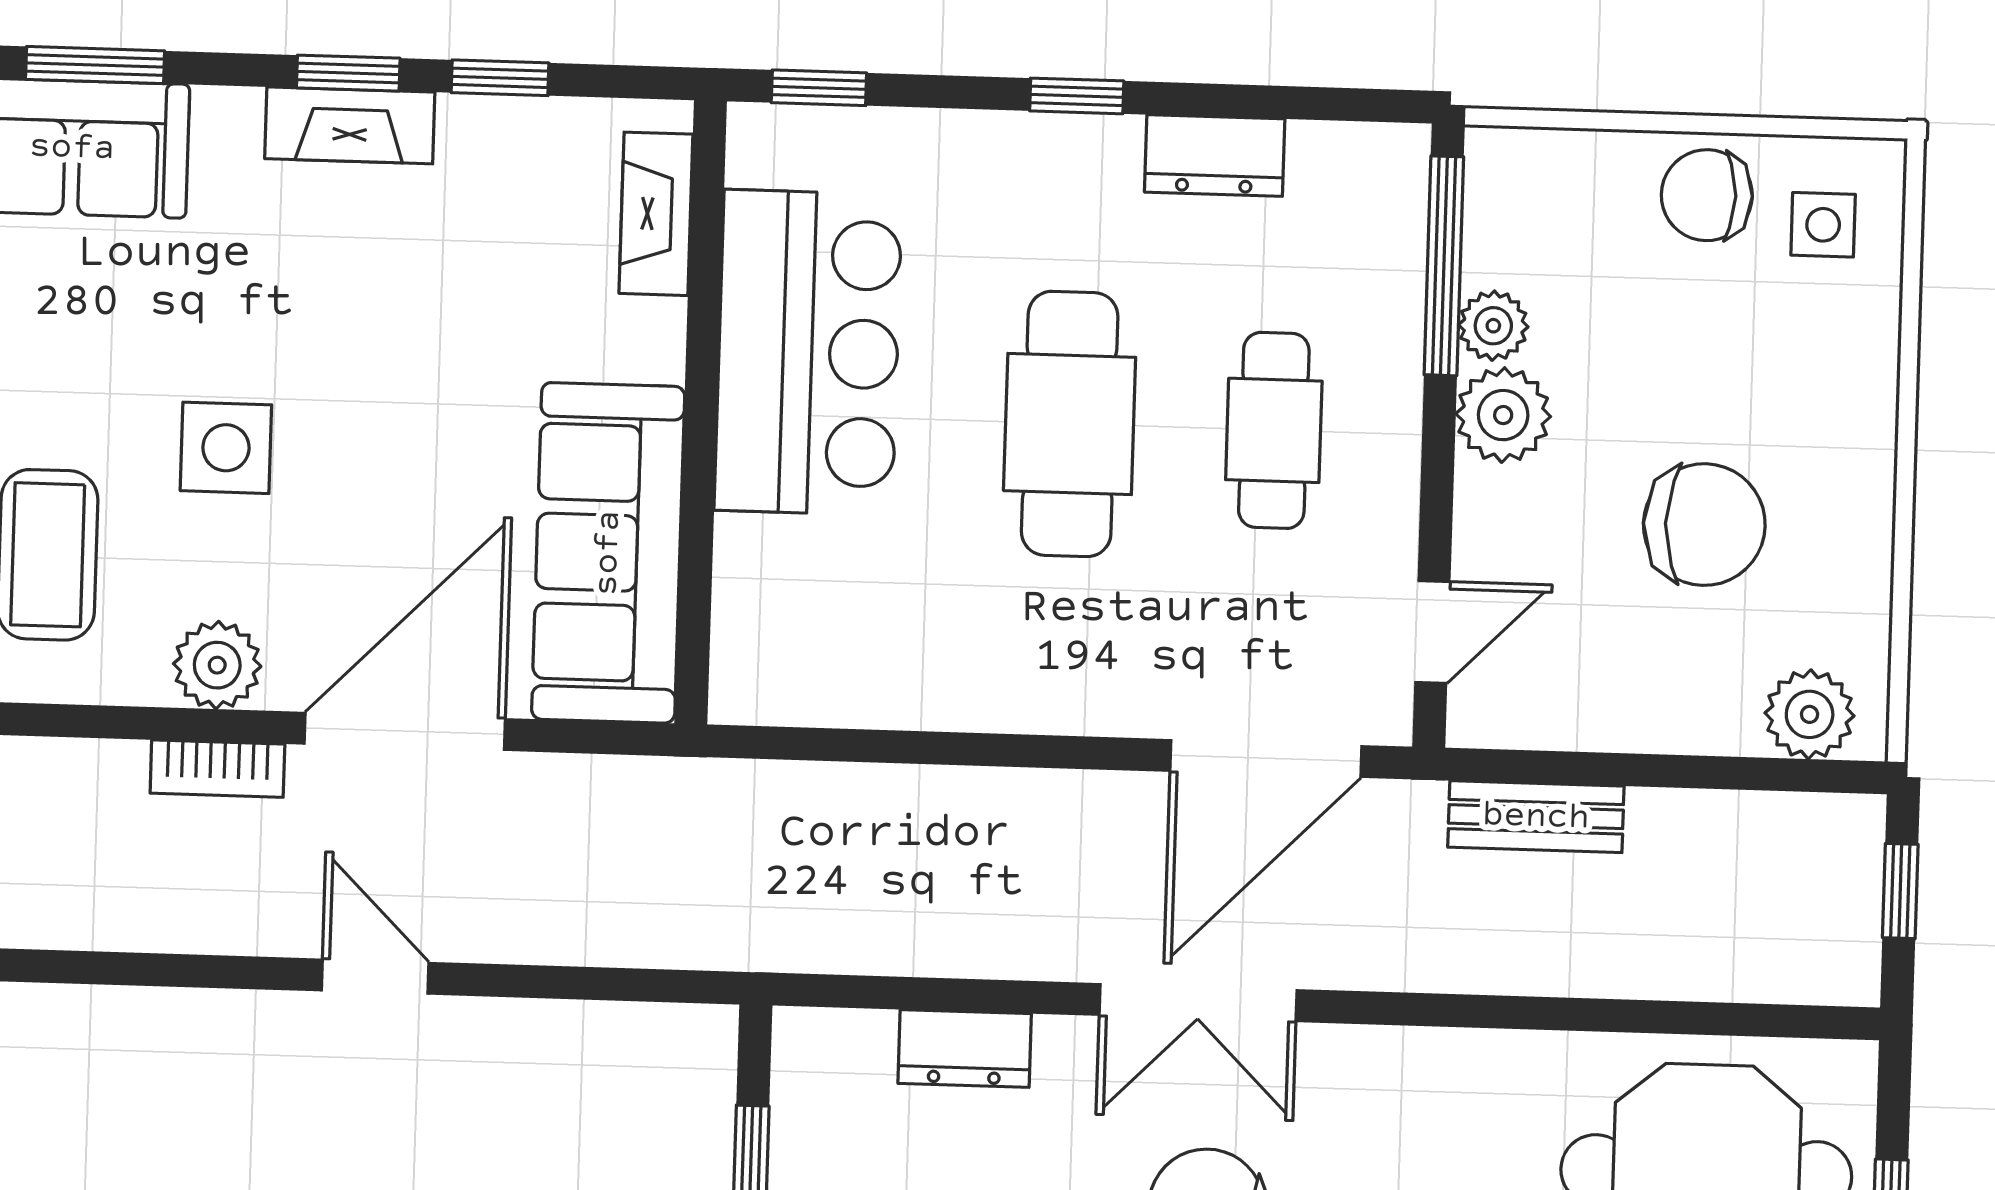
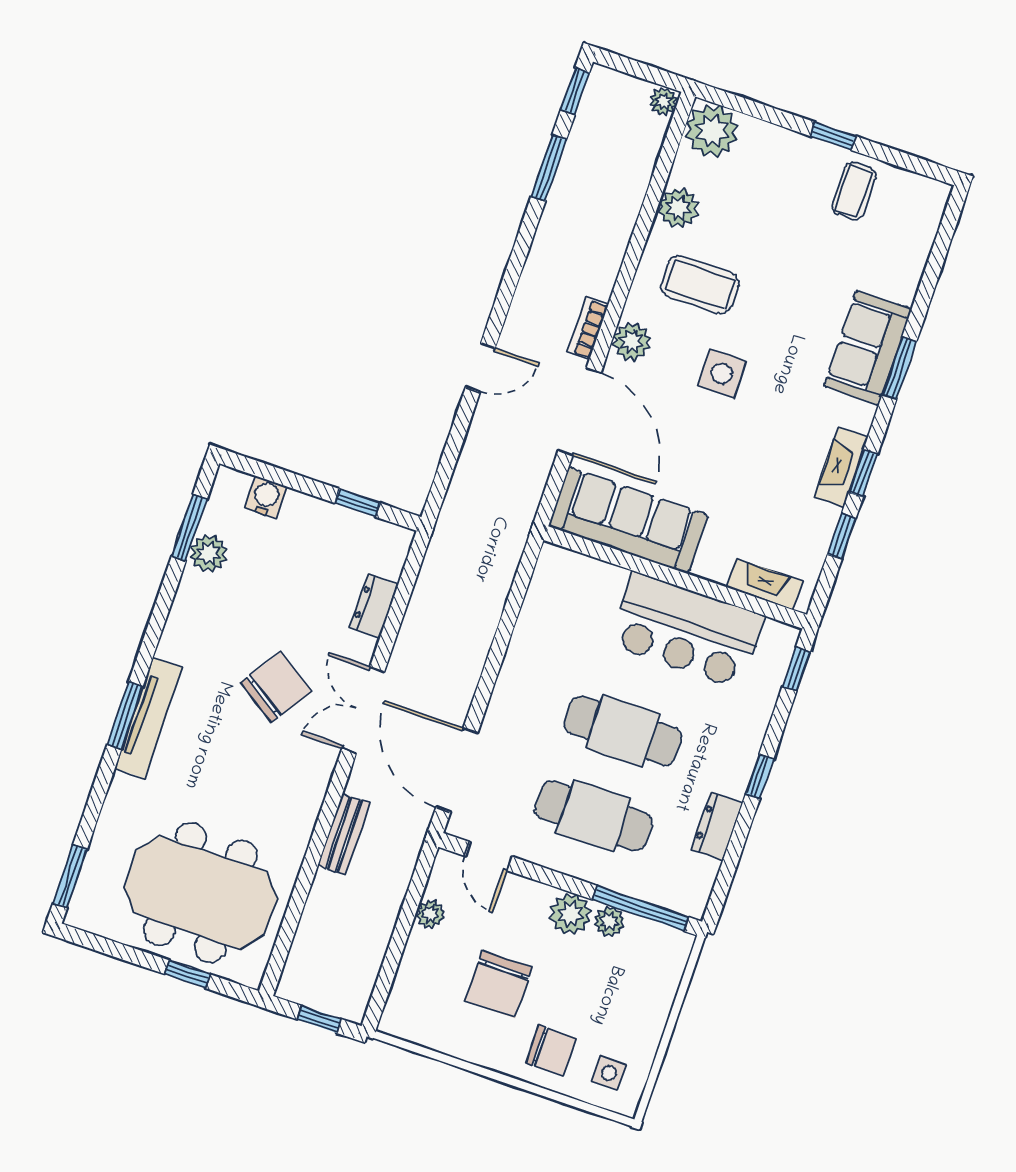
chair: (1707, 195) -> (551, 1051), moved, turned 90
cafe table: (1274, 430) -> (594, 816), width x1.37, depth x1.35
plant: (1810, 714) -> (430, 914), moved, width x0.73, depth x0.73
bench: (1536, 817) -> (344, 834), moved

